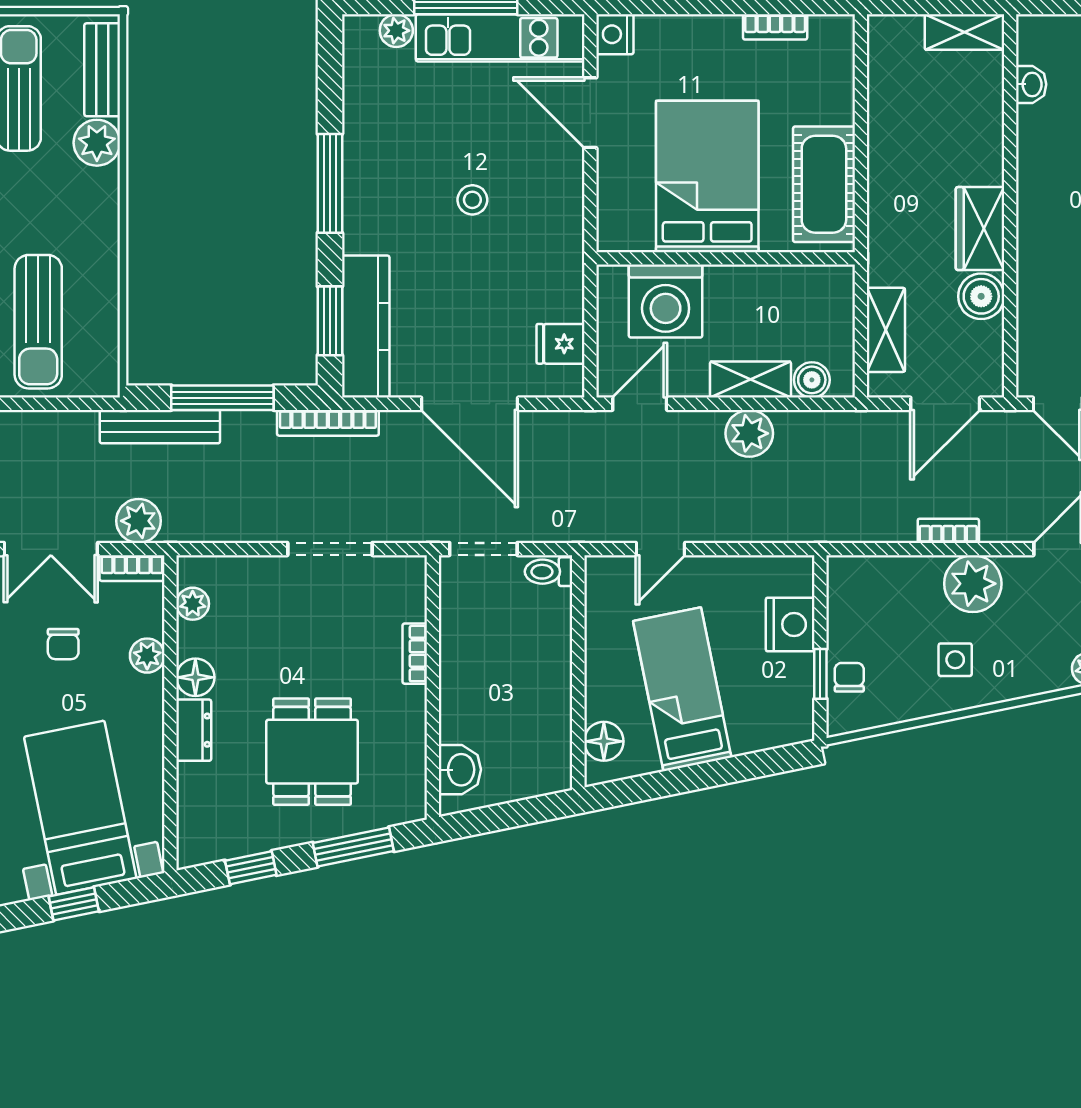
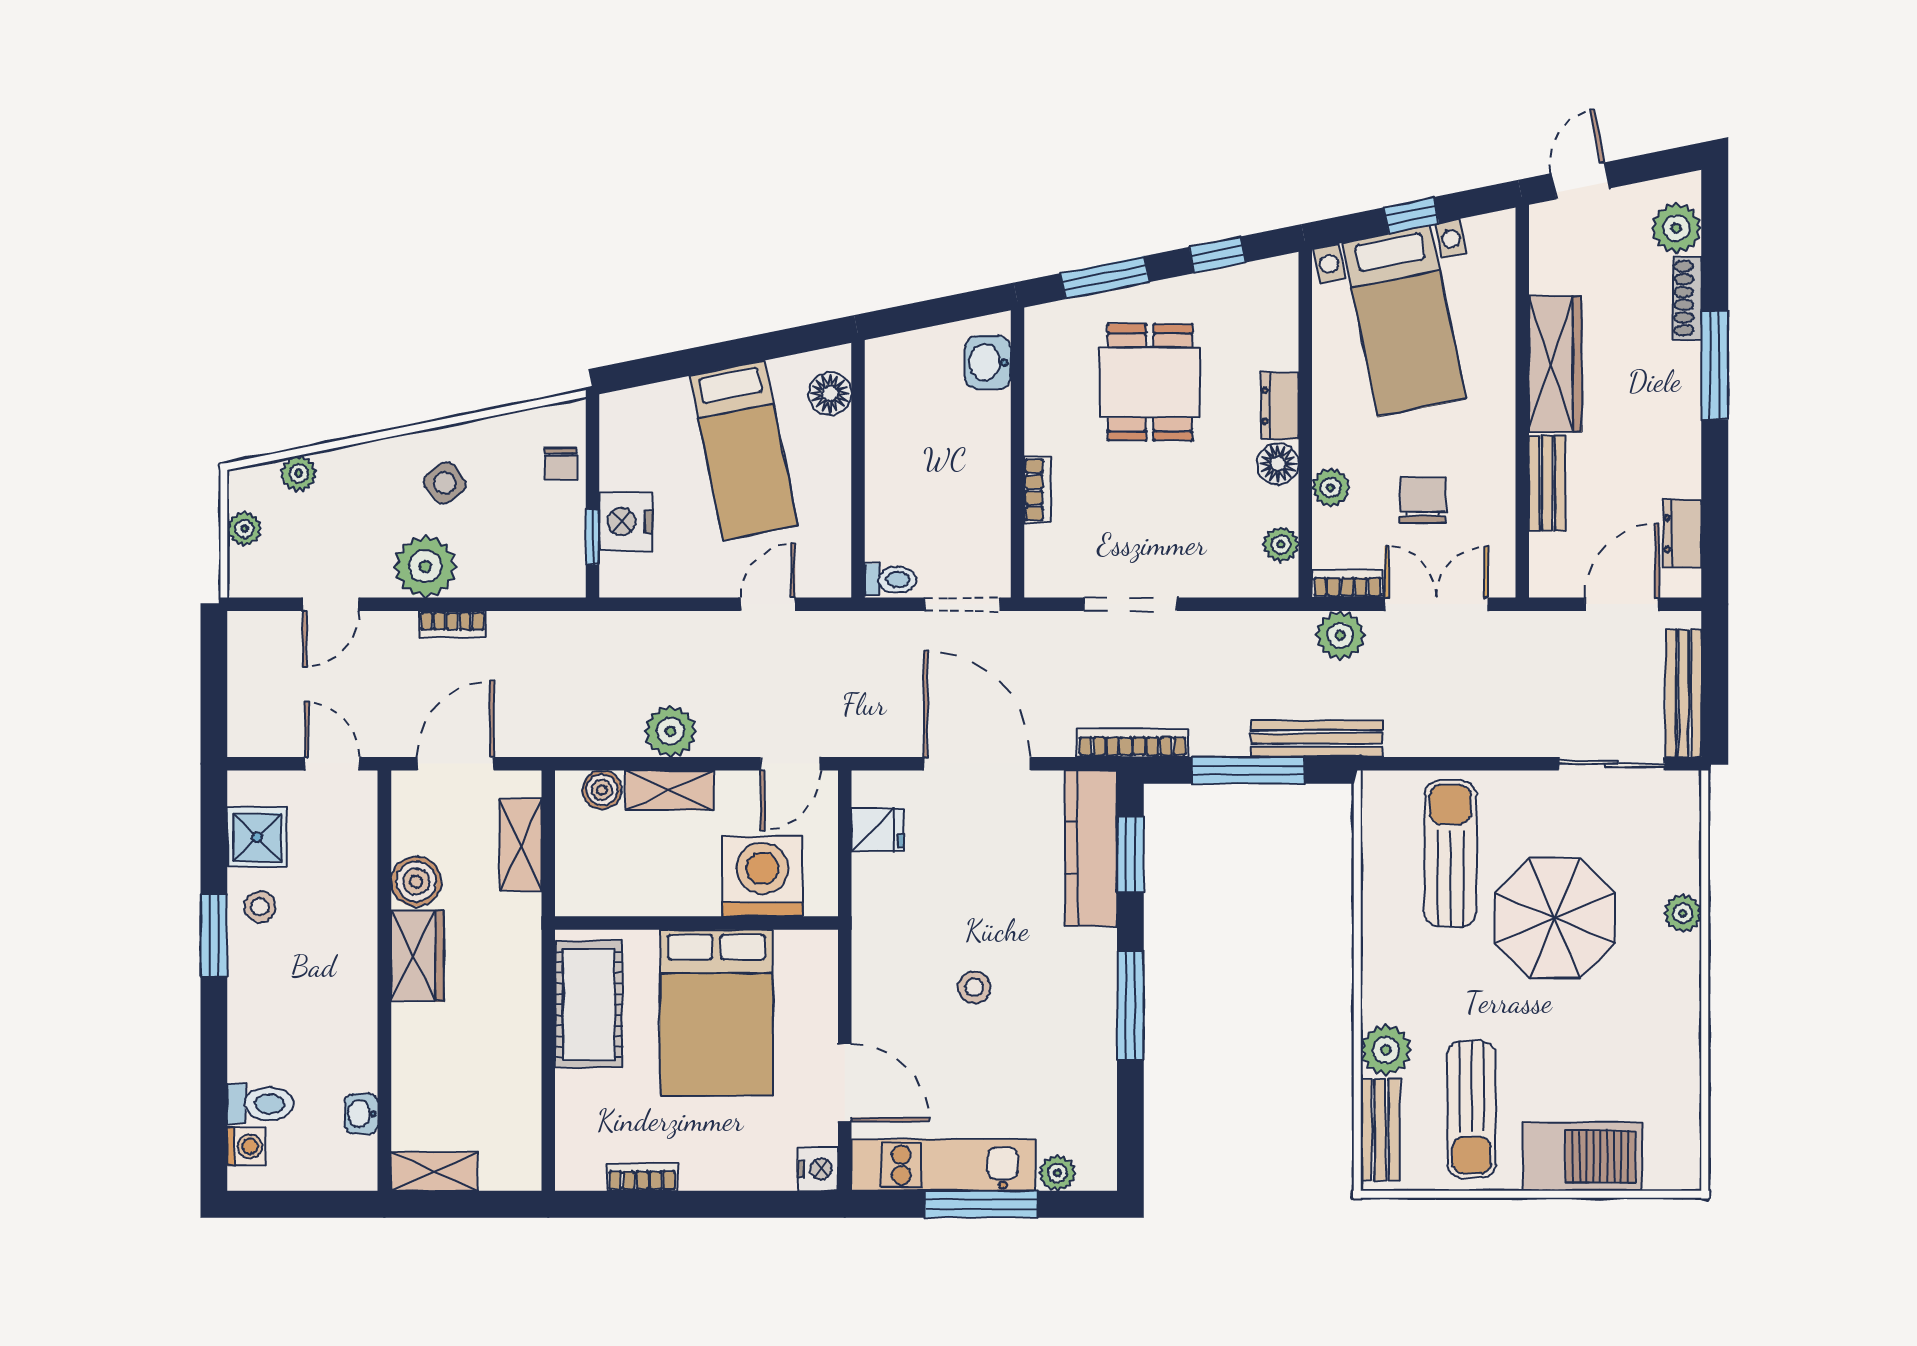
chair: (63, 644) -> (1423, 500), width x1.37, depth x1.37
side table: (955, 660) -> (445, 483), turned -37
window: (820, 674) -> (592, 537), moved

